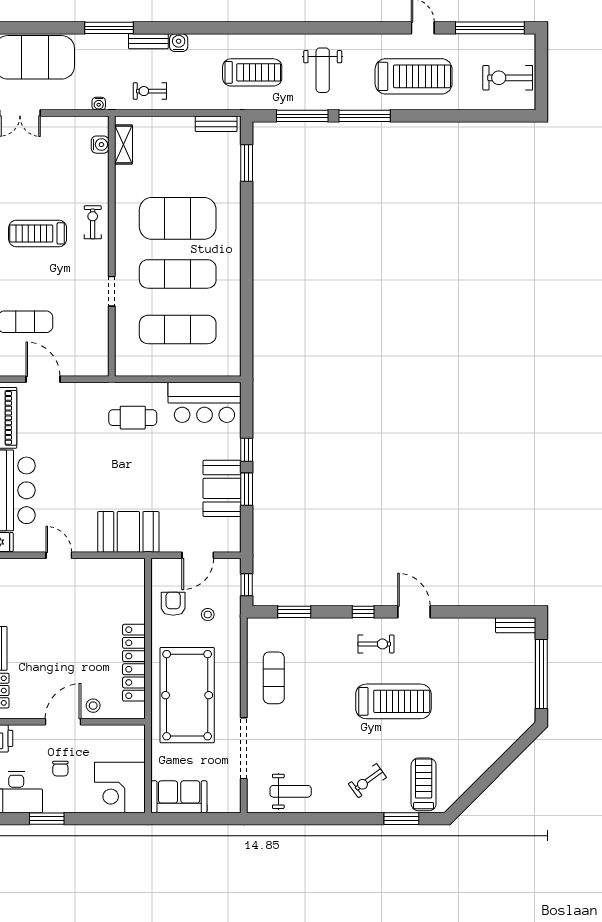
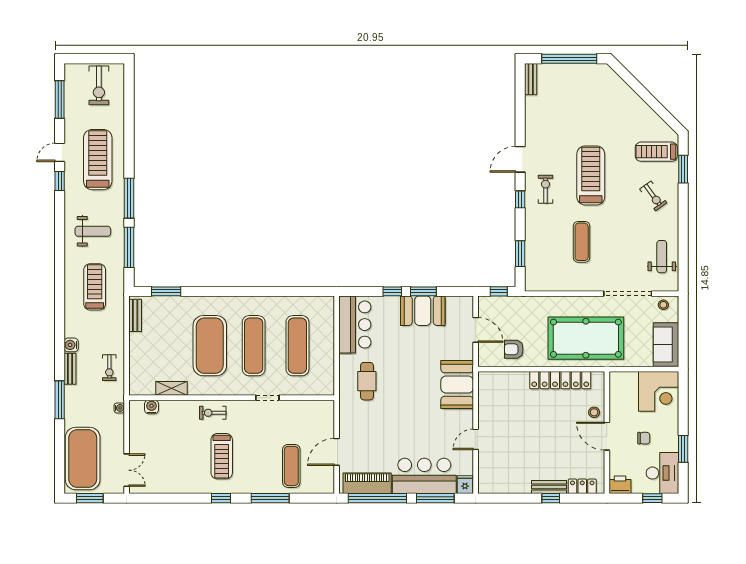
window: (386, 28) -> (60, 181), added
window: (490, 28) -> (60, 99), width x0.68
shelving: (123, 145) -> (172, 388), moved
stool: (208, 615) -> (663, 305), moved
exercise mat: (274, 678) -> (582, 242), moved, turned 90

